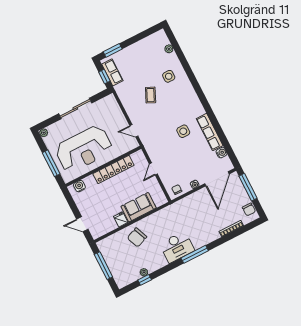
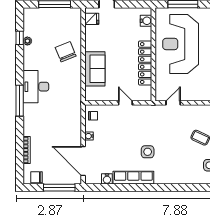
fridge: (121, 219) -> (92, 19), moved

